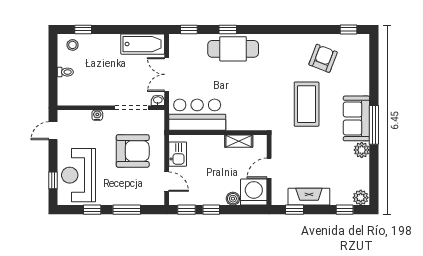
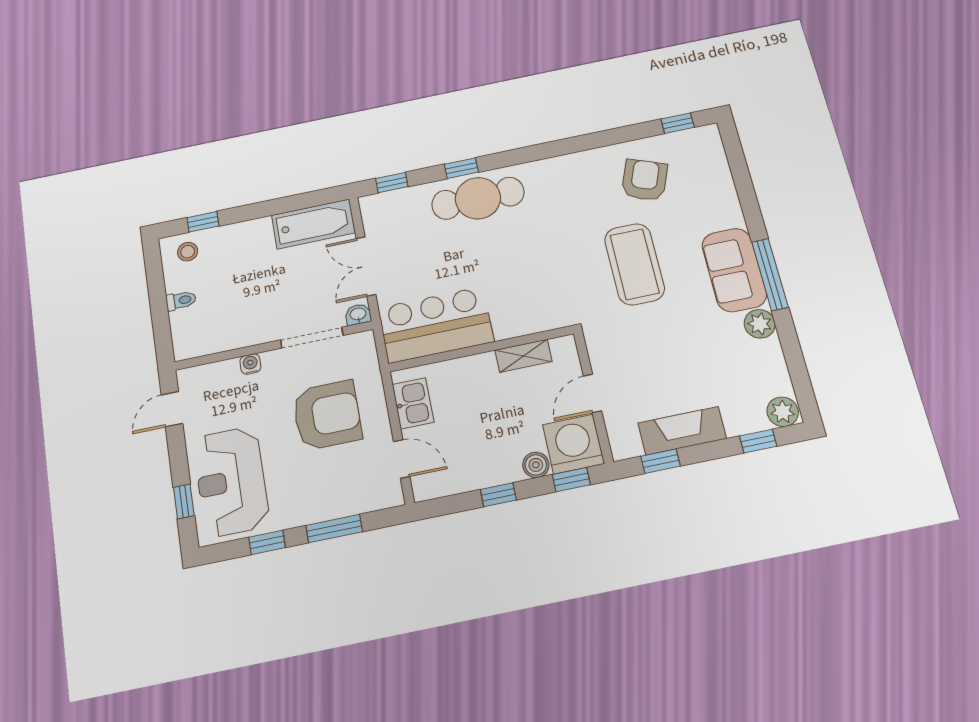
window: (187, 210) -> (571, 480), moved

